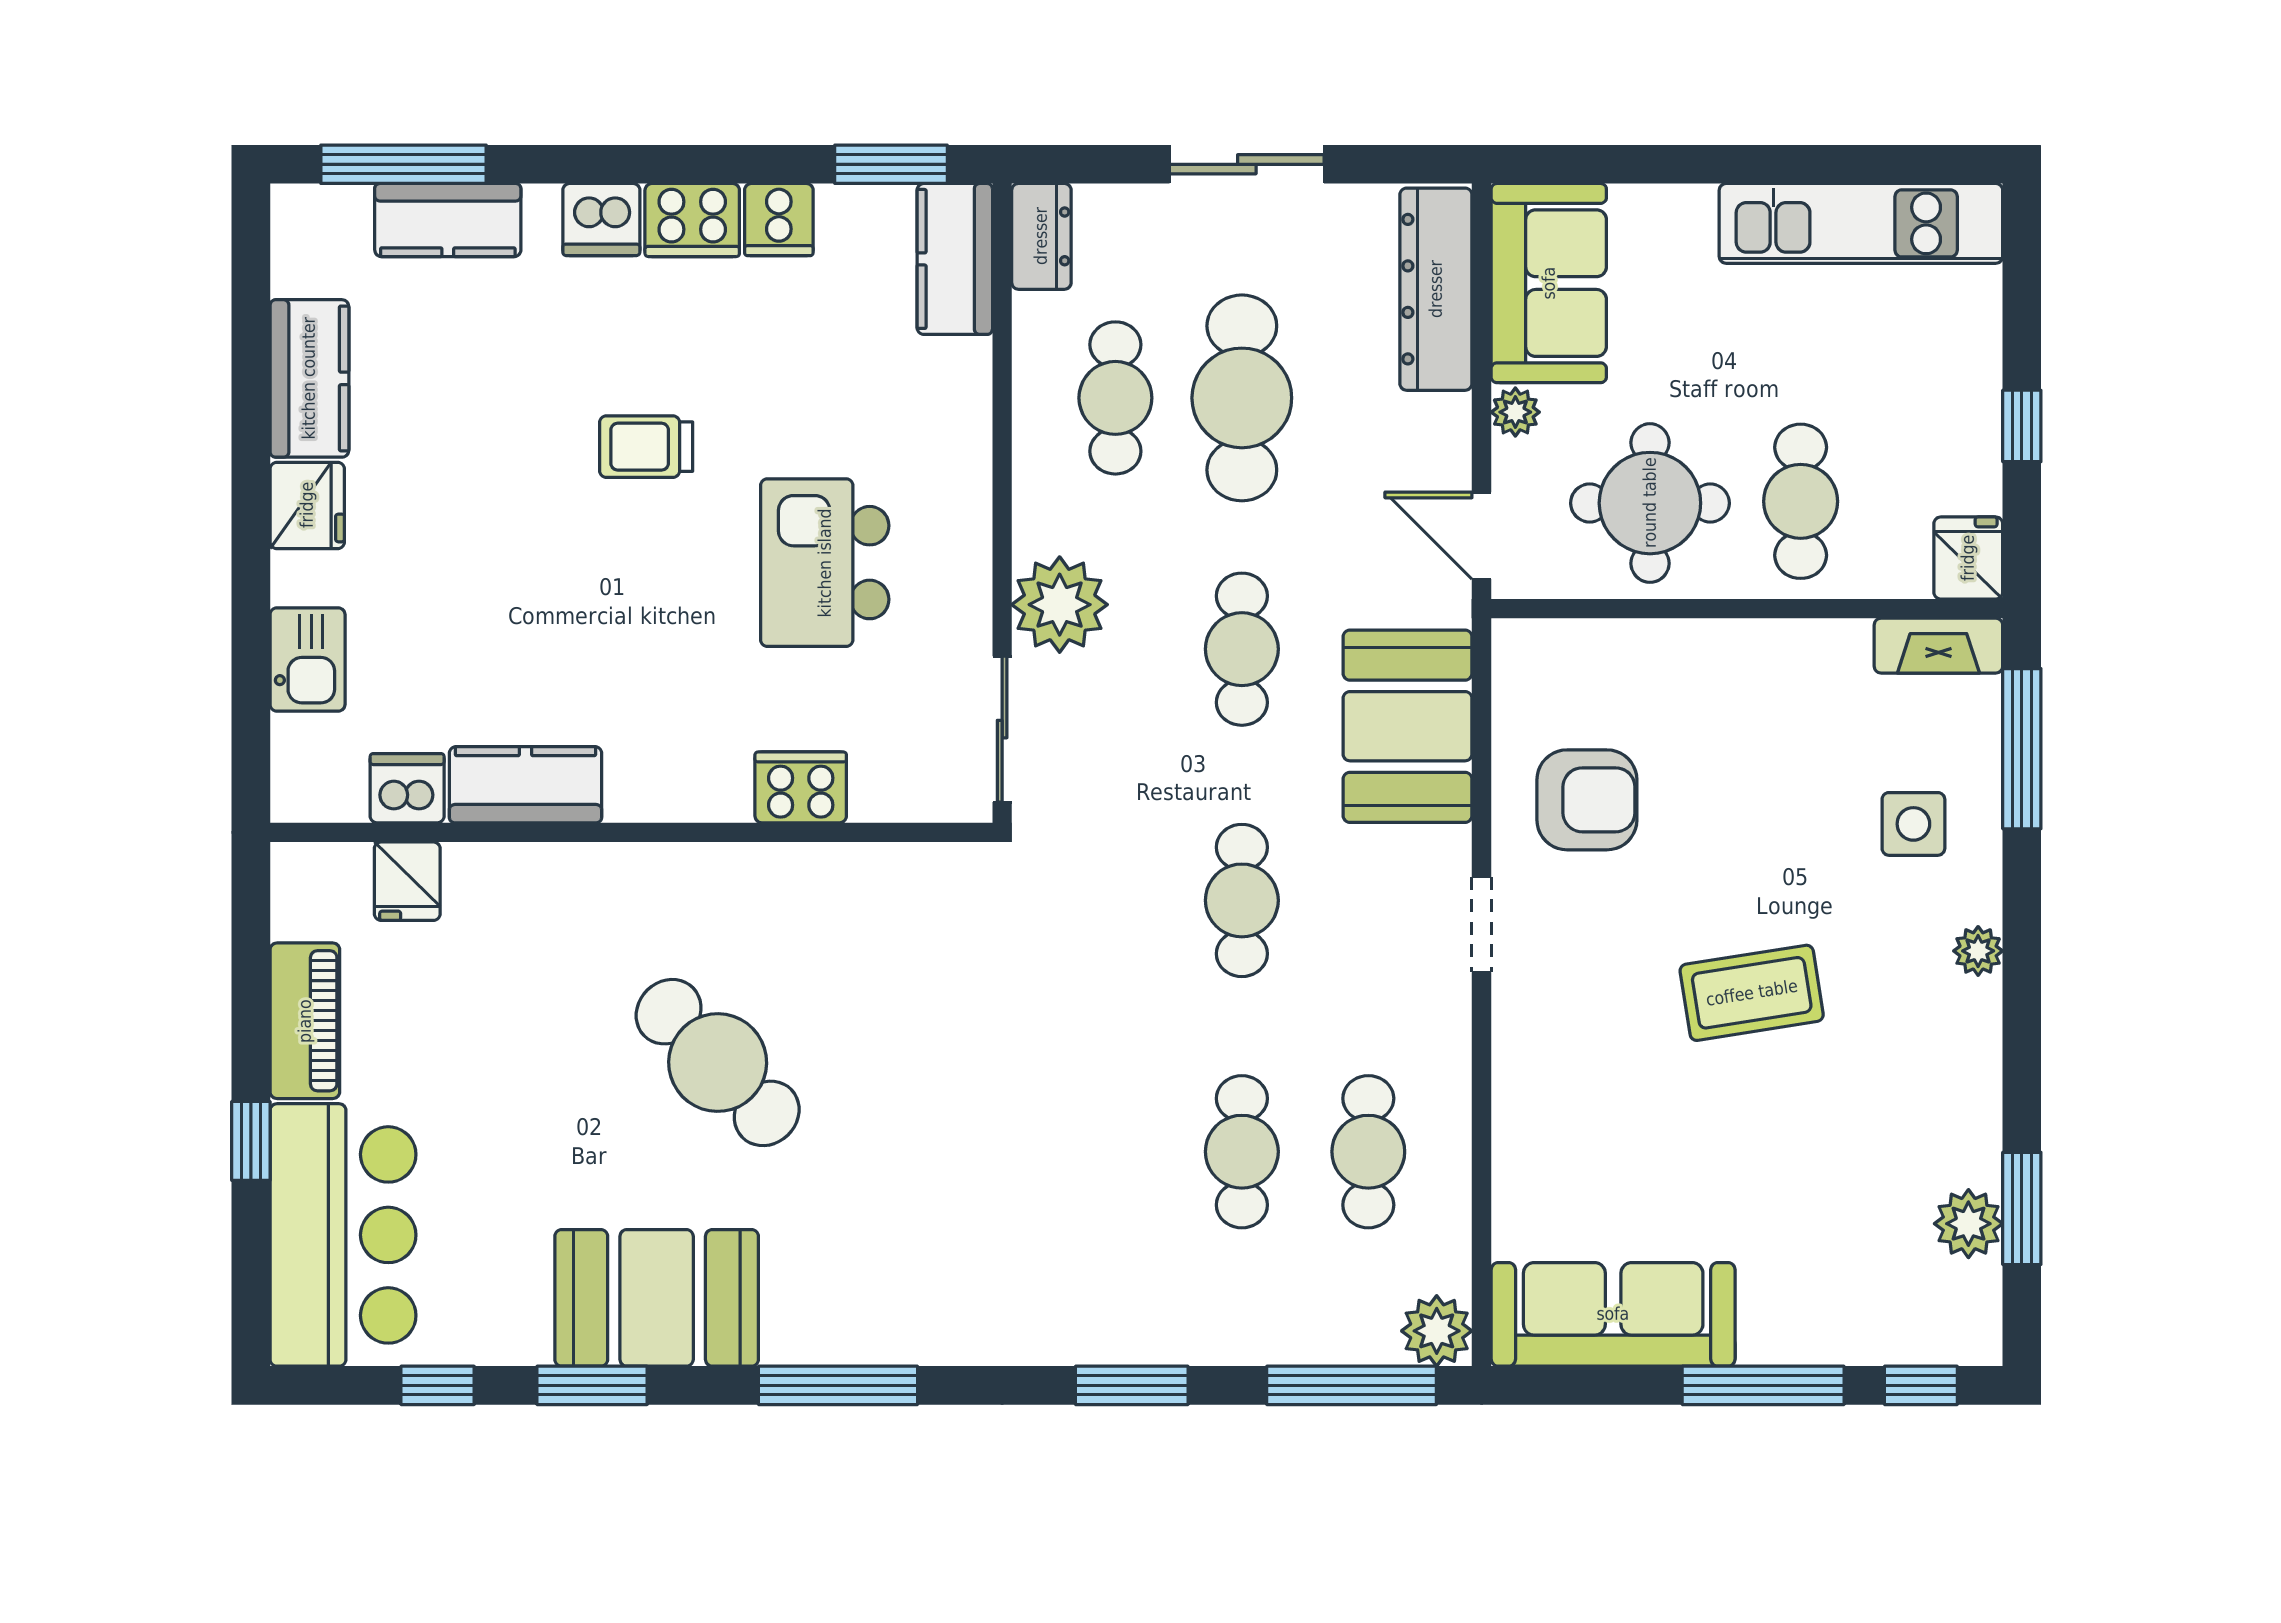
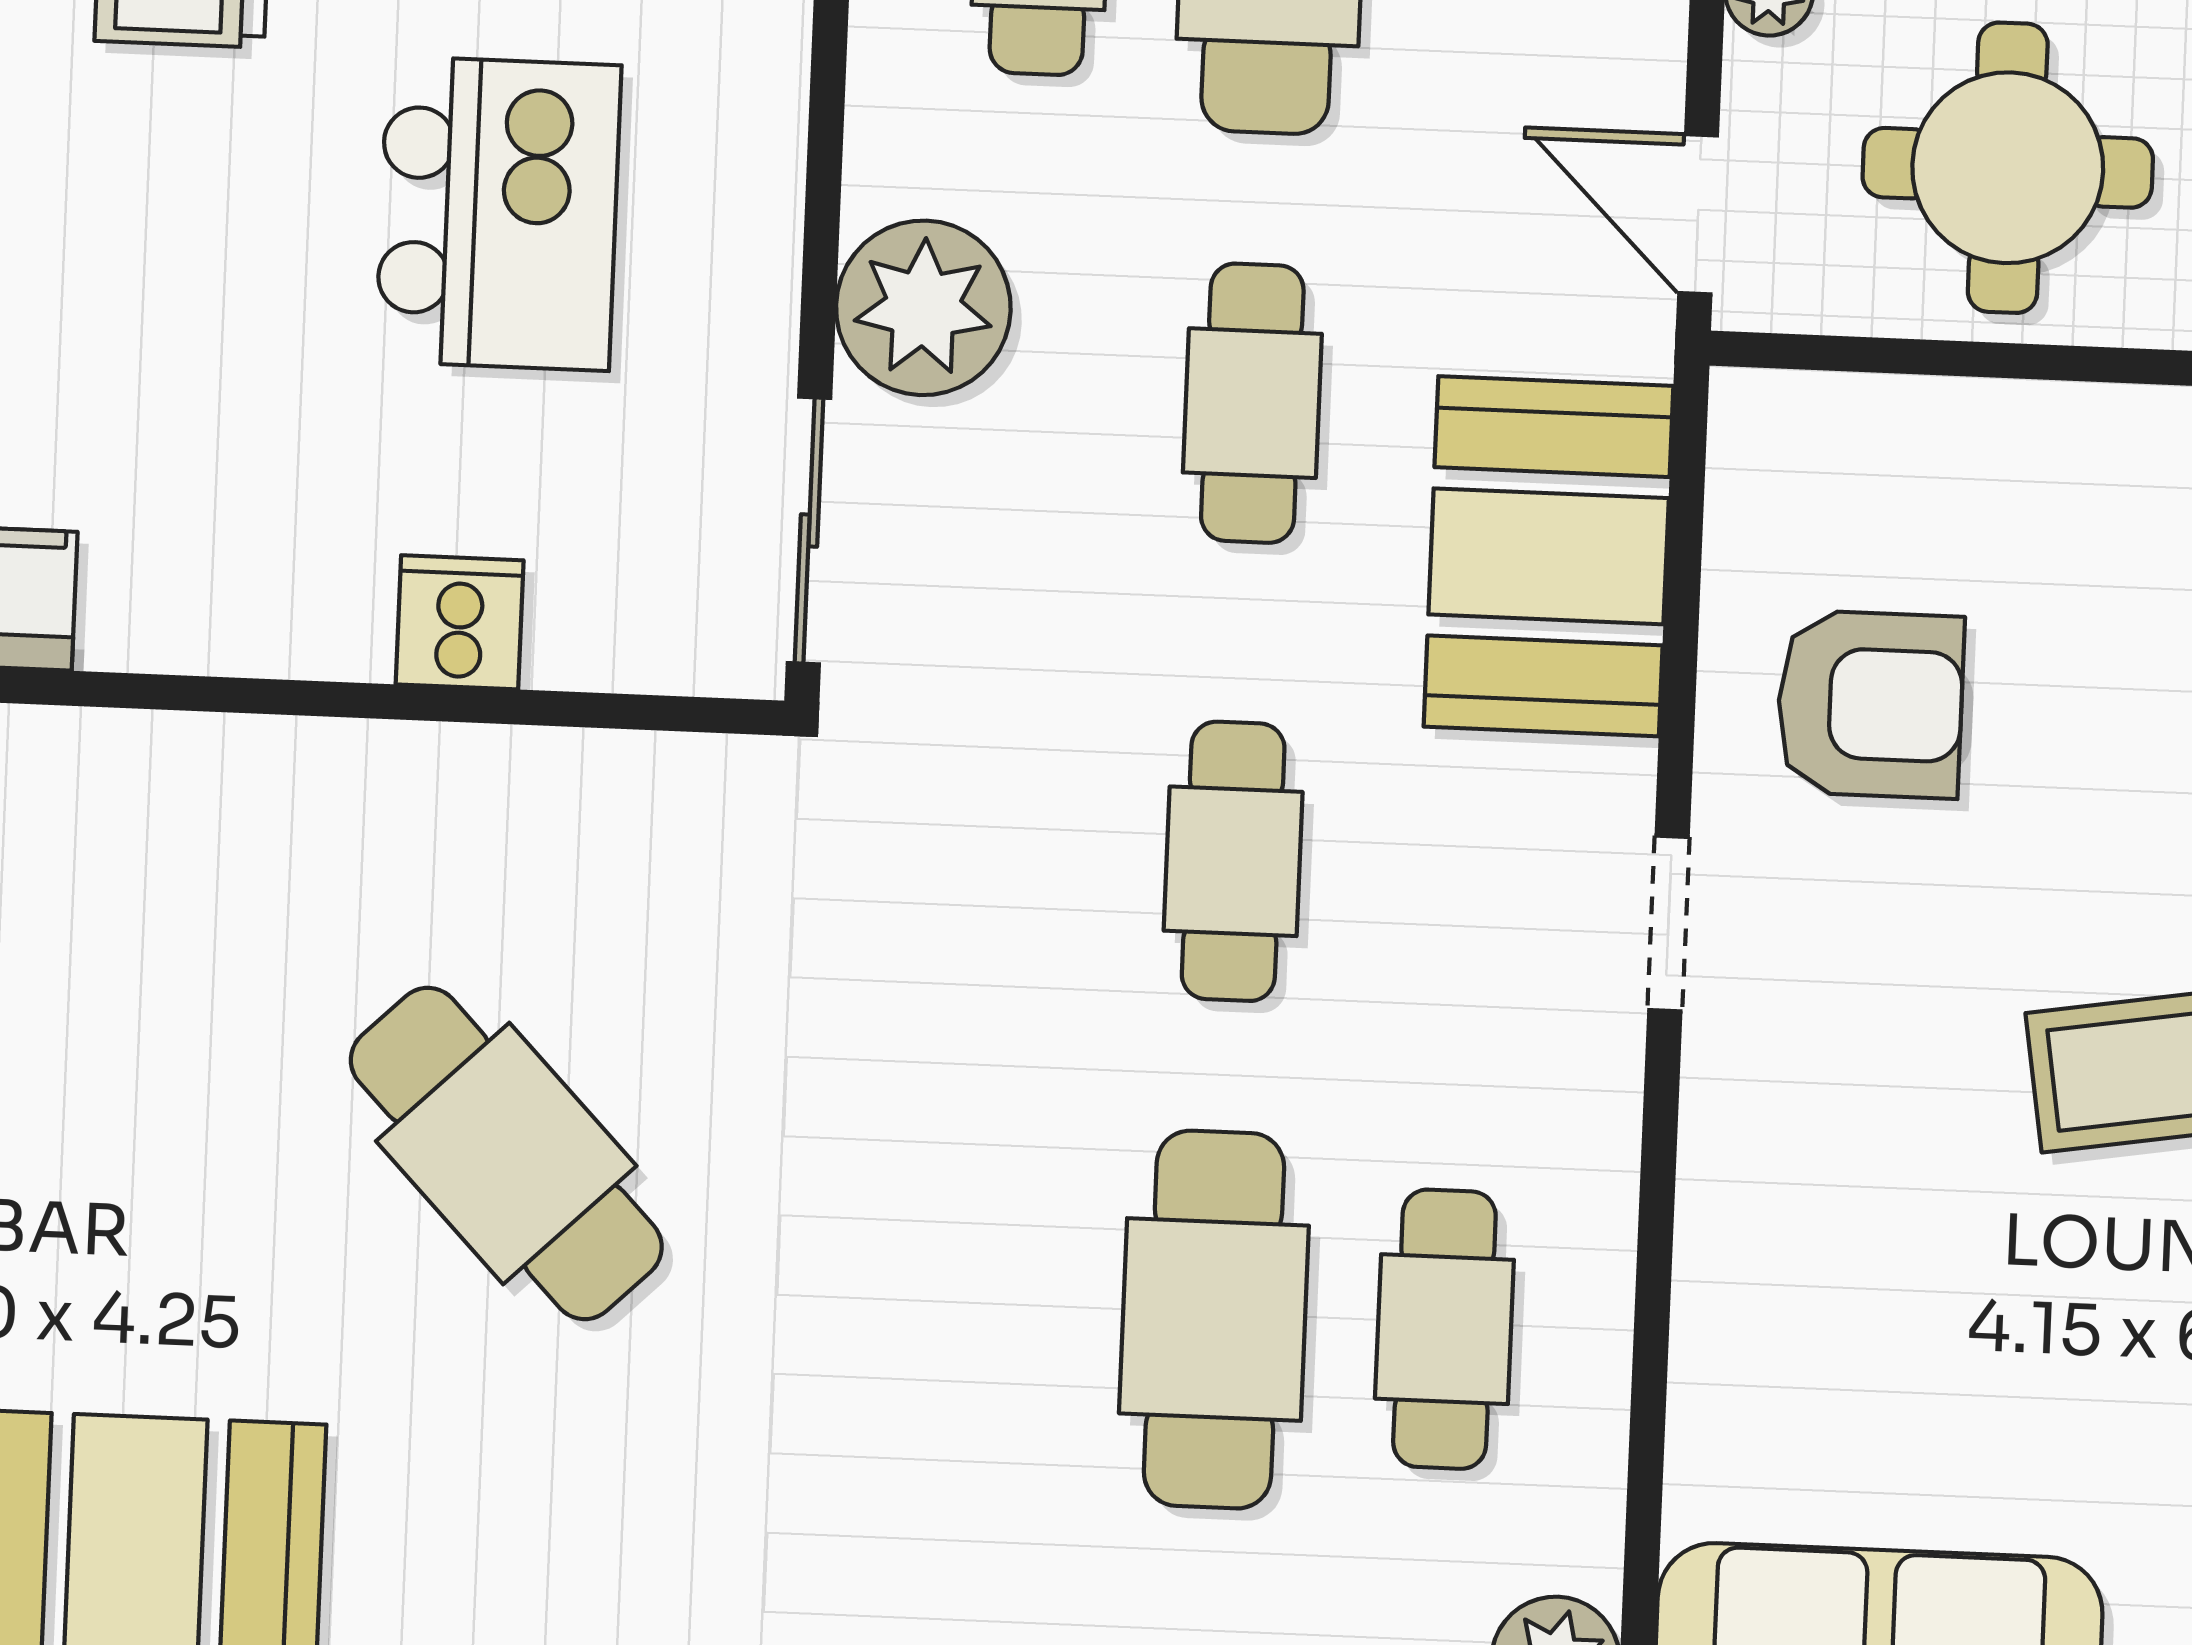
kitchen island: (825, 563) -> (498, 213), turned 180
cooker: (801, 787) -> (460, 622), width x0.73
cafe table: (718, 1063) -> (506, 1153), moved
cafe table: (1242, 1152) -> (1214, 1320), width x1.37, depth x1.35

